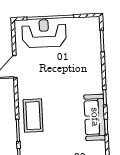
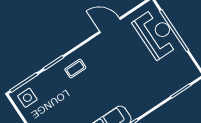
coffee table: (33, 116) -> (75, 69), width x0.54, depth x0.58

